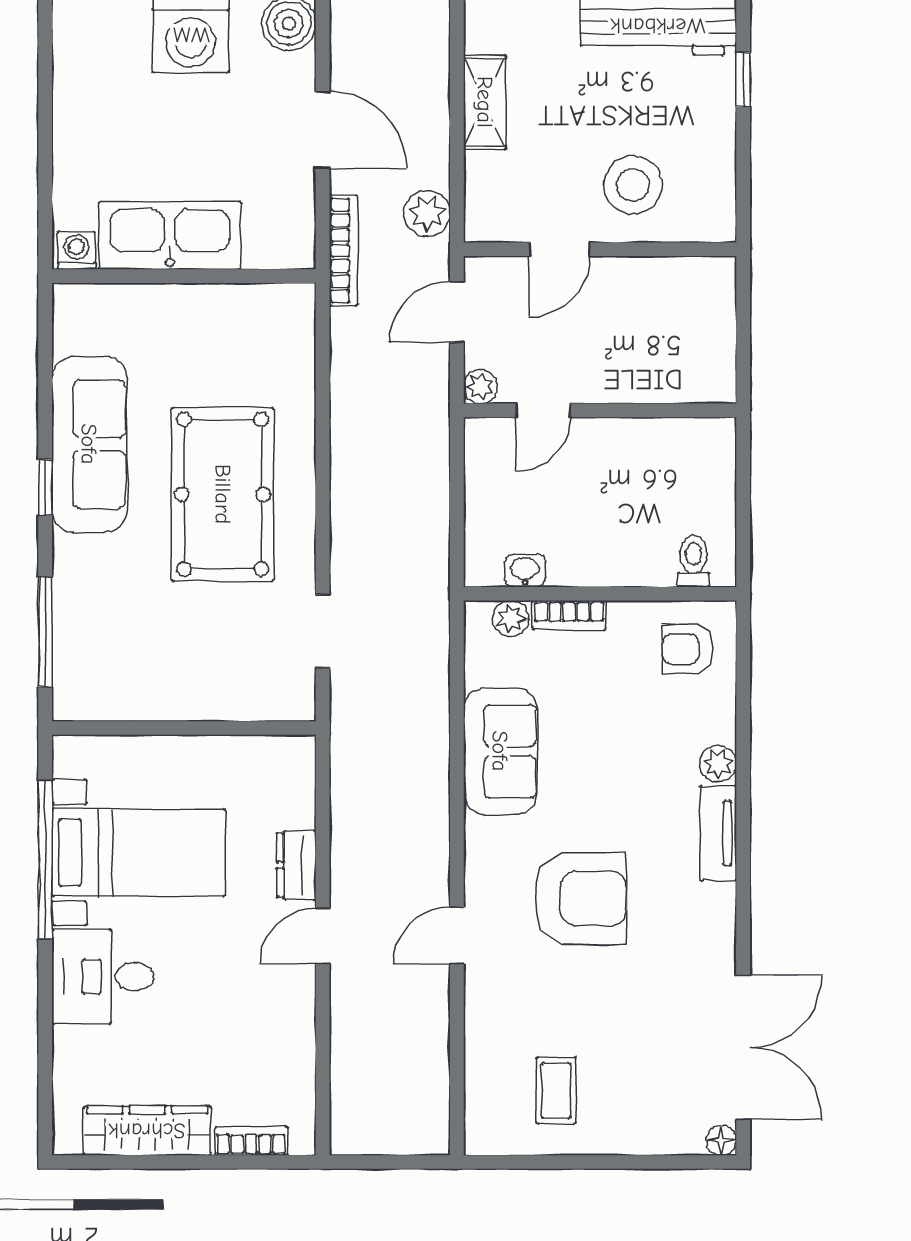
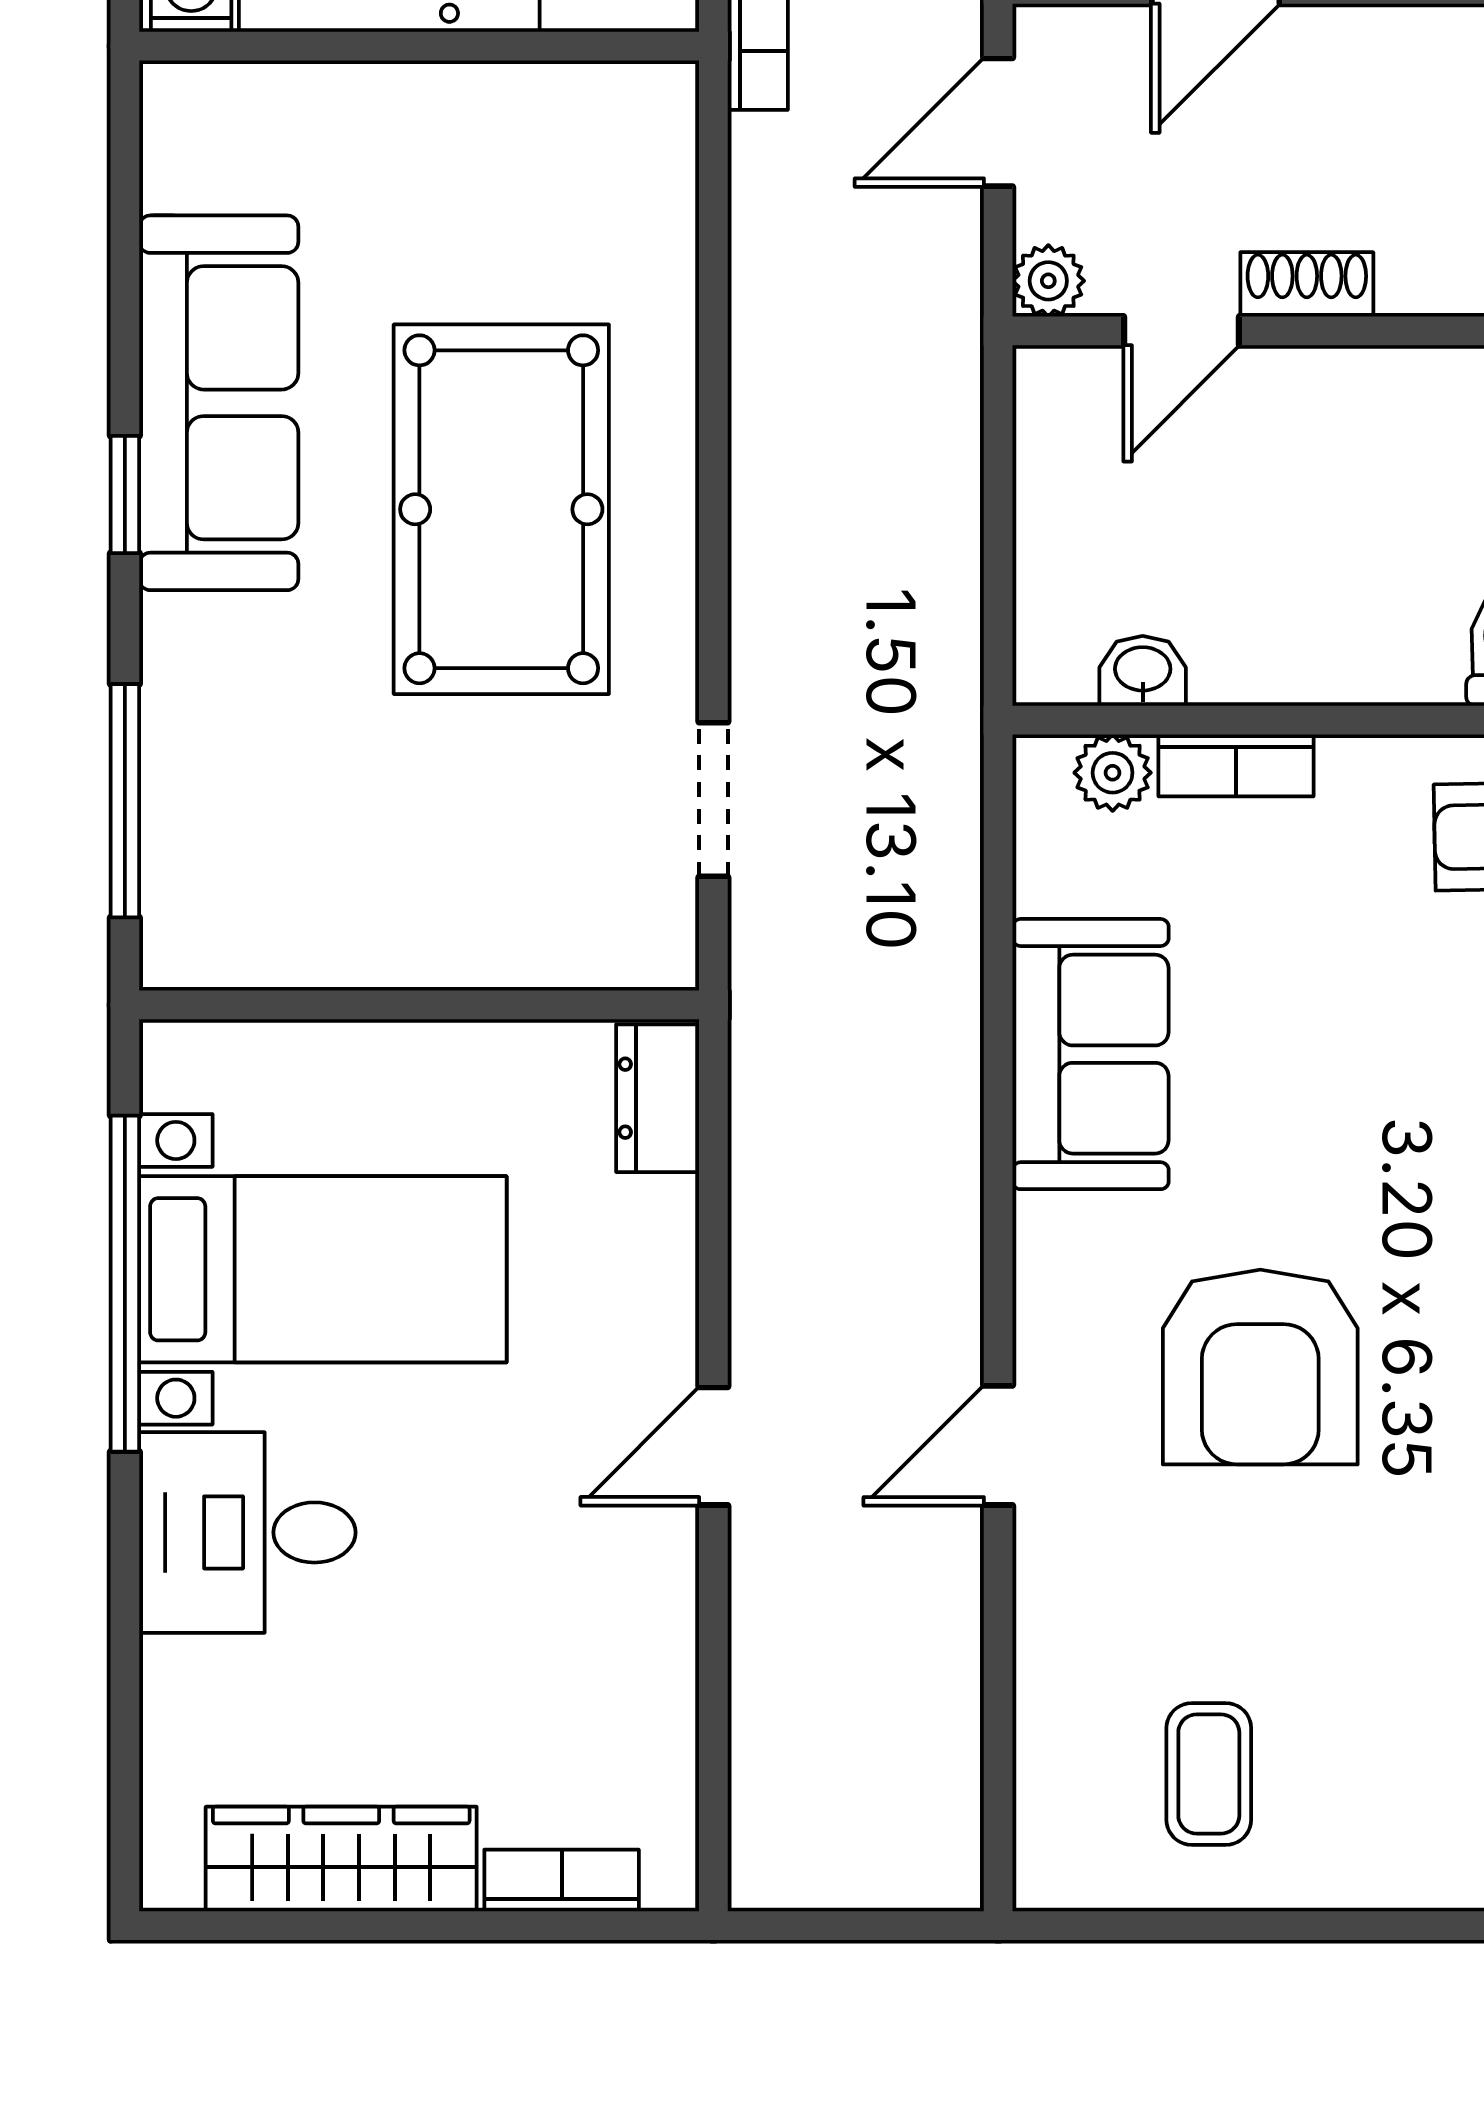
shoe rack: (602, 388) -> (1307, 284), added
dresser: (296, 865) -> (658, 1098), moved
armchair: (580, 899) -> (1260, 1367), turned 90

